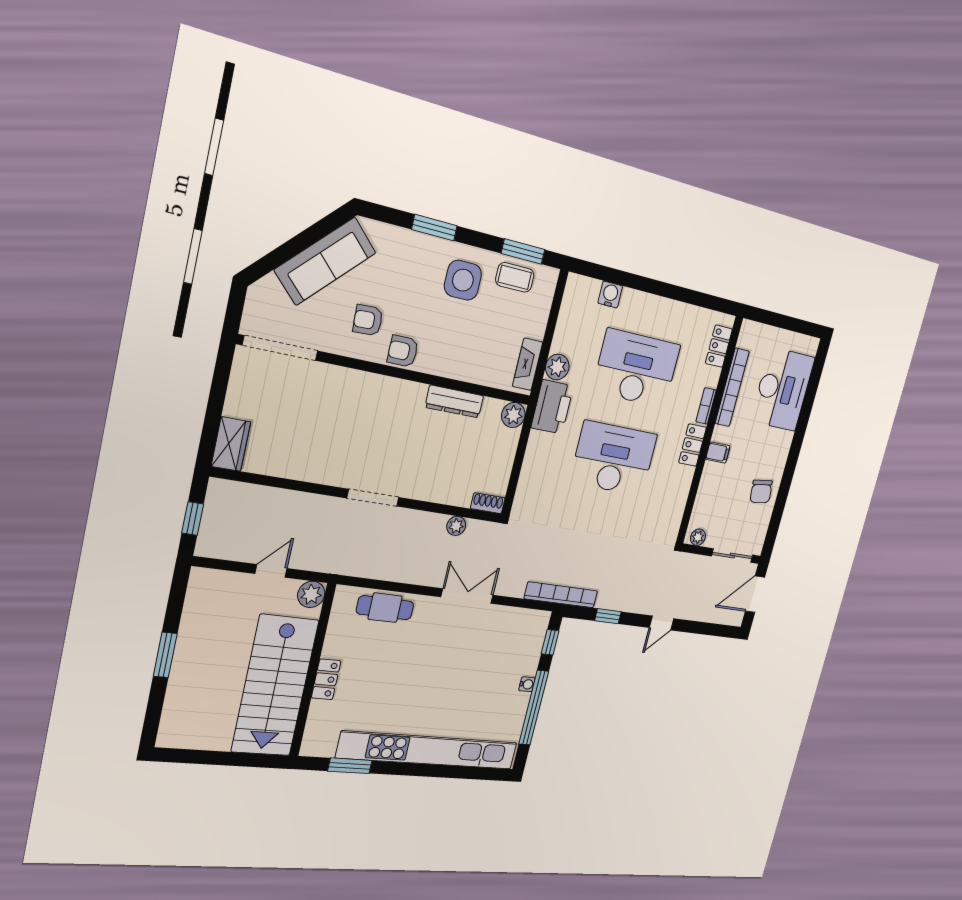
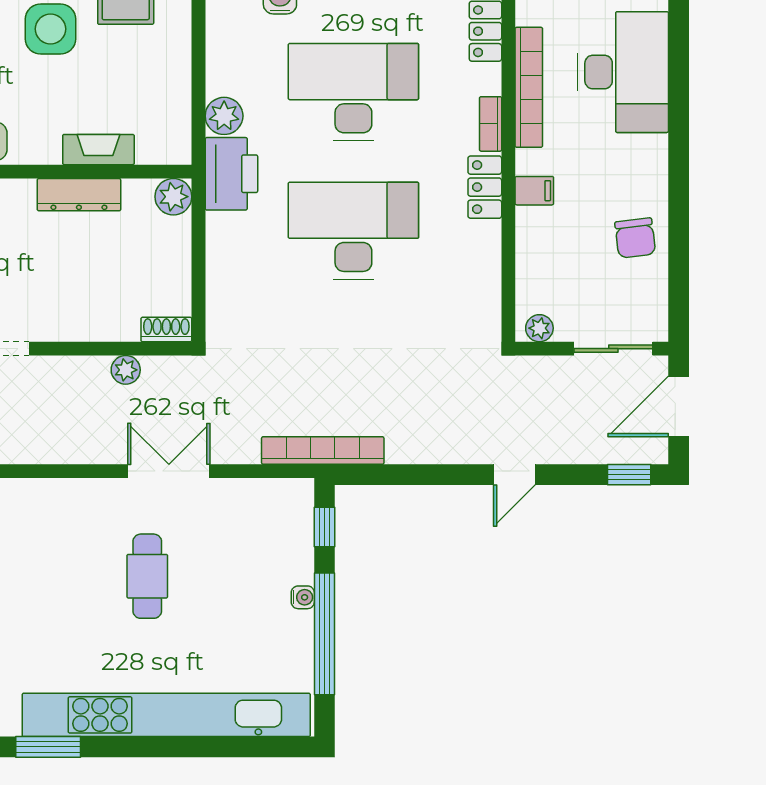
fireplace: (528, 364) -> (98, 150), moved, turned 90
cafe table: (385, 608) -> (147, 576), moved, turned 90
window: (608, 616) -> (629, 475), moved

